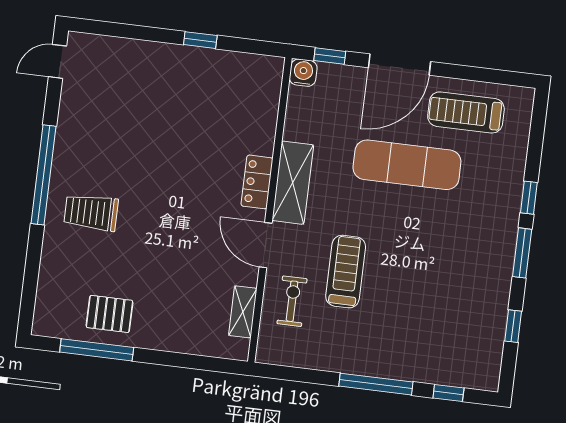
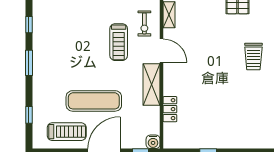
locker: (257, 182) -> (170, 109), moved
window: (529, 198) -> (29, 115), moved
trolley: (91, 212) -> (253, 56), turned 90

